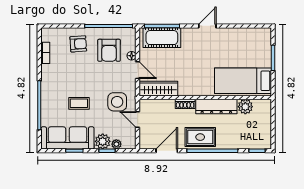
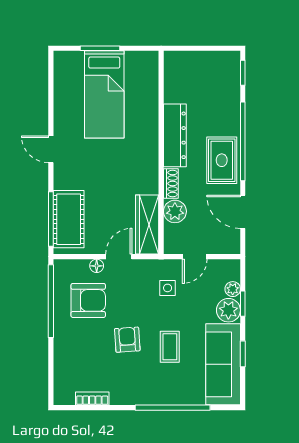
armchair: (78, 44) -> (127, 340), moved
bed: (243, 81) -> (104, 94), moved
side table: (117, 102) -> (168, 288), width x0.54, depth x0.54
plant: (245, 107) -> (175, 211), moved

